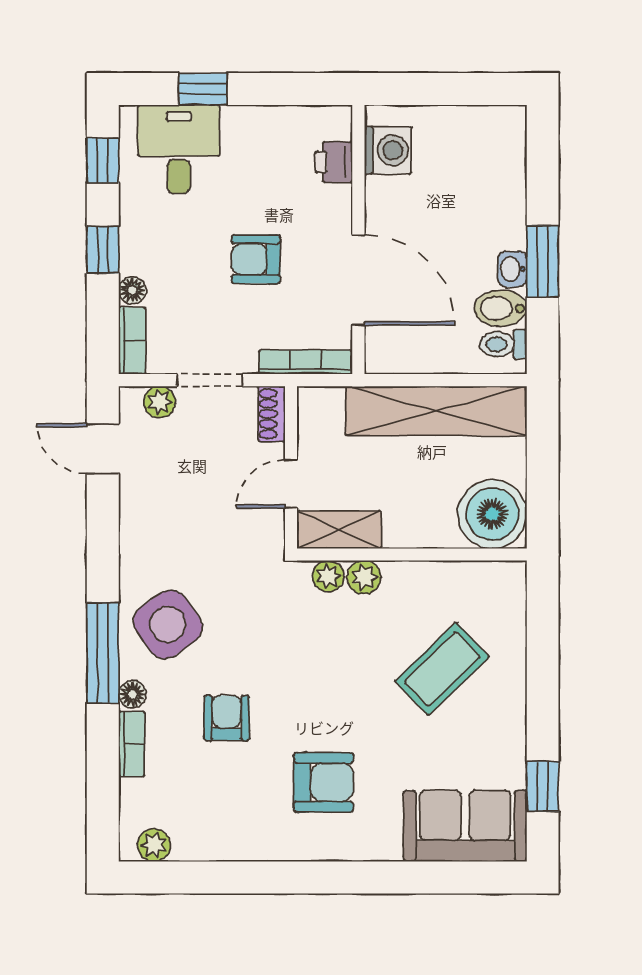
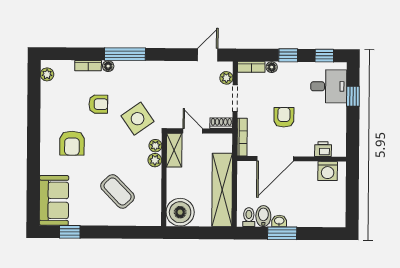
side table: (168, 624) -> (138, 119), moved

